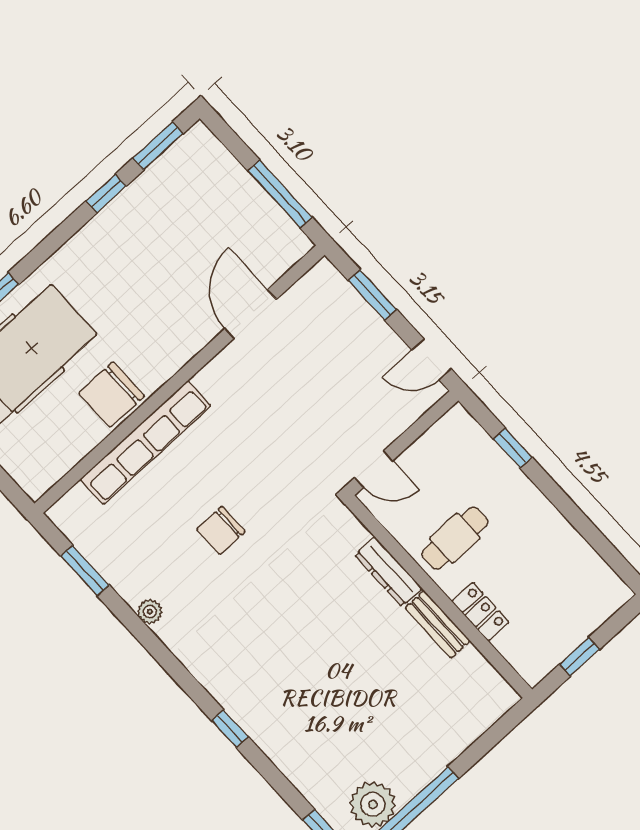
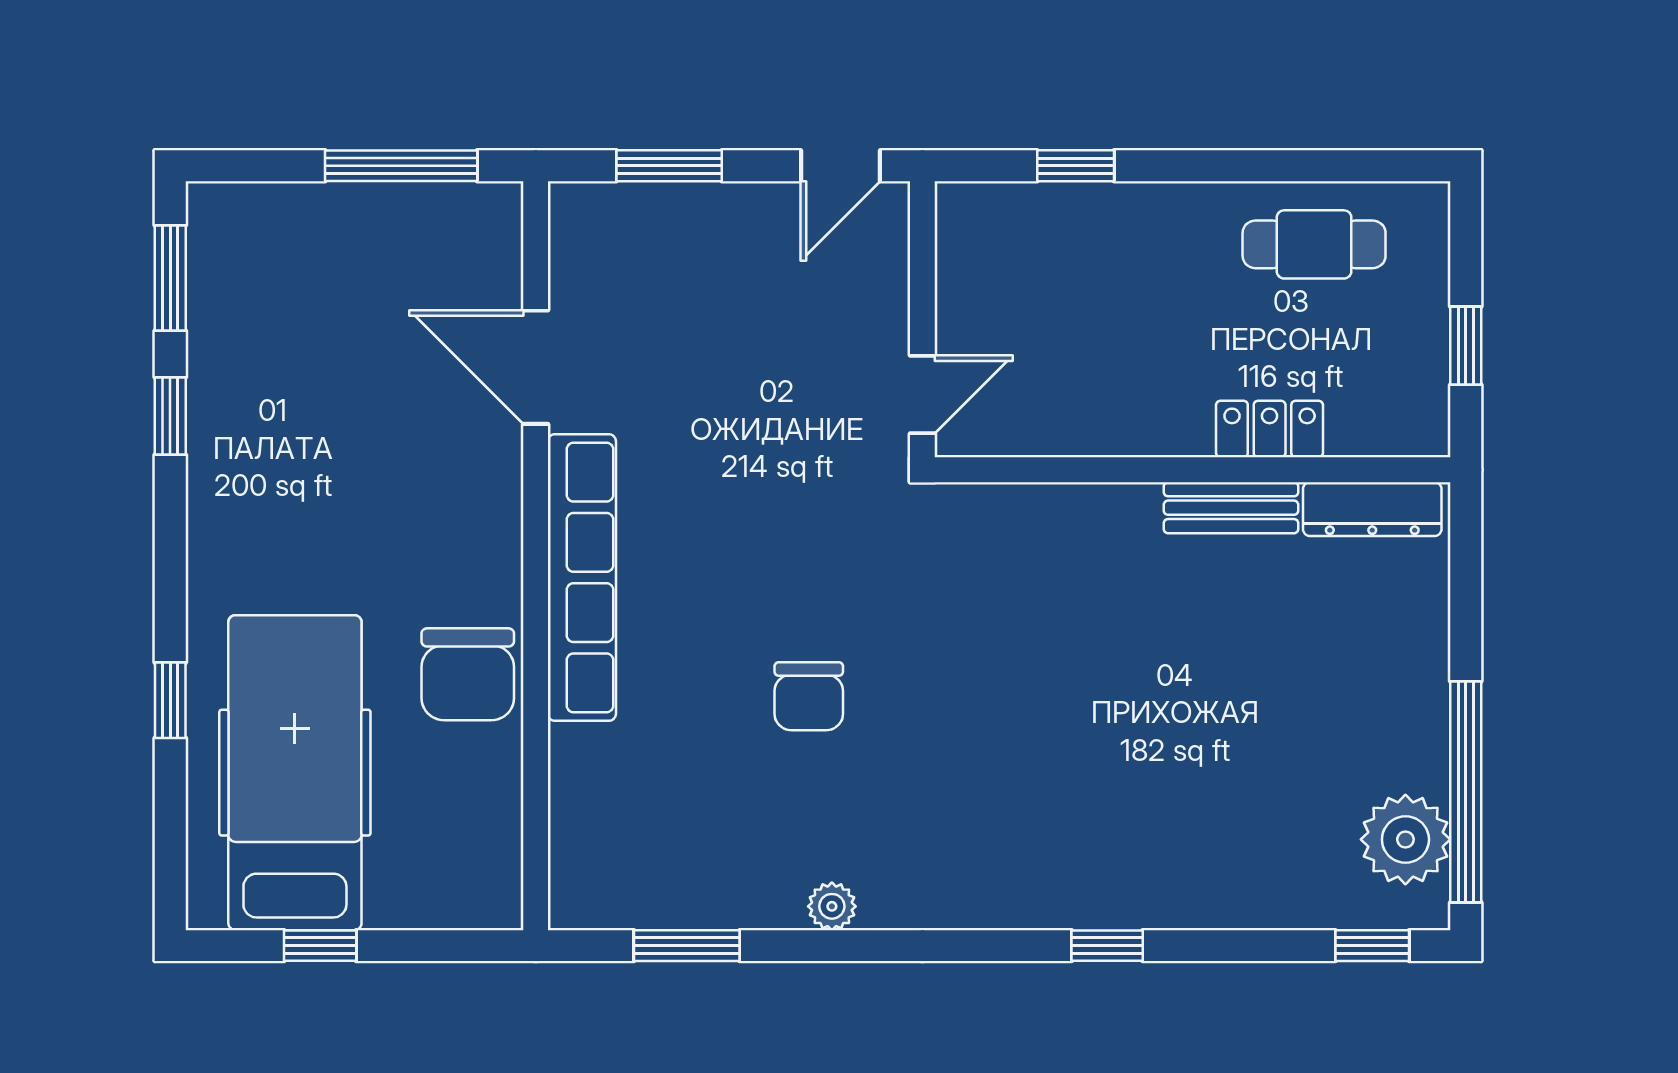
row of seats: (145, 442) -> (582, 578), moved
cafe table: (455, 538) -> (1314, 244), moved, turned 90
dresser: (388, 572) -> (1372, 509), moved

